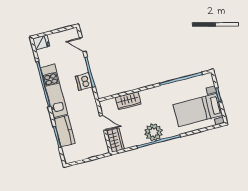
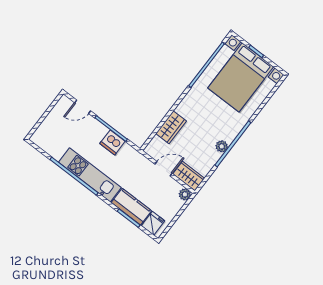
fridge: (41, 42) -> (153, 223), moved
bed with nightstands: (198, 110) -> (241, 77), width x1.36
plant: (153, 132) -> (222, 146), width x0.53, depth x0.53
plant: (104, 150) -> (185, 194), added

